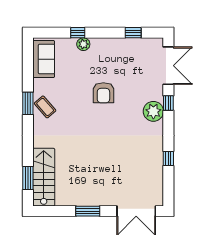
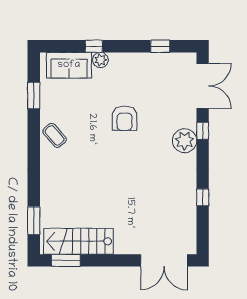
sofa: (44, 59) -> (69, 65), moved, turned 90
window: (28, 103) -> (34, 95), moved
stairs: (44, 177) -> (79, 241), moved, turned -90
window: (88, 211) -> (66, 260), moved

